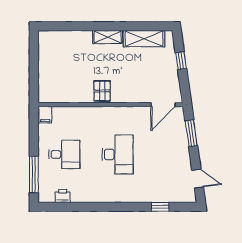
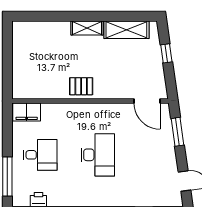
pallet: (102, 91) -> (81, 86), turned 90
door: (163, 105) -> (147, 101), hinge flipped
filing cabinet: (45, 115) -> (27, 112), width x2.00

